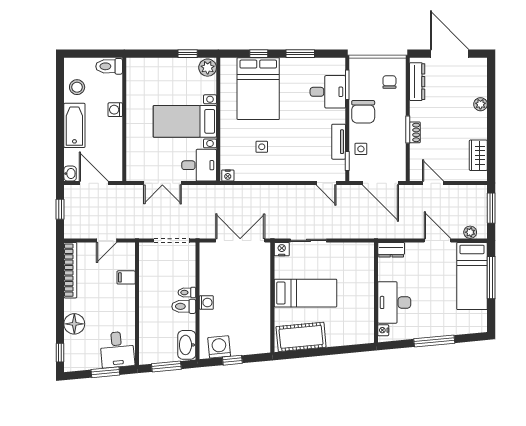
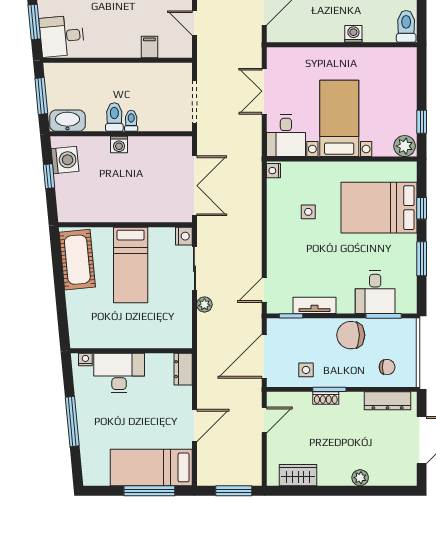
side table: (361, 149) -> (306, 370), moved
plant: (470, 232) -> (204, 304), moved

